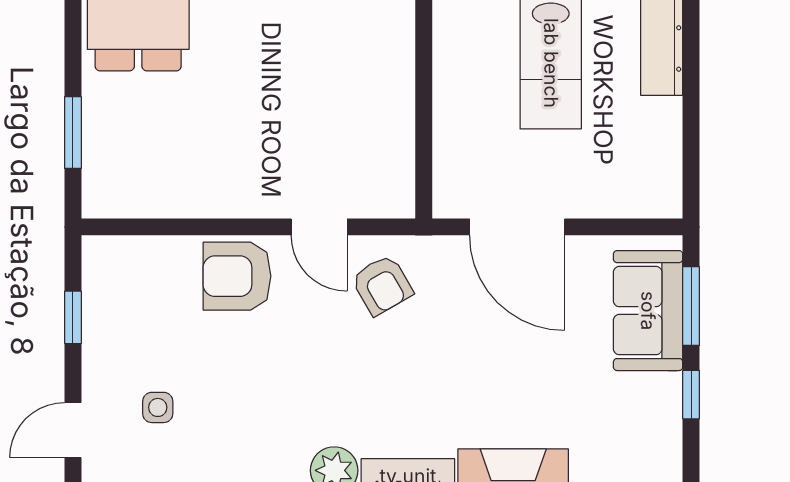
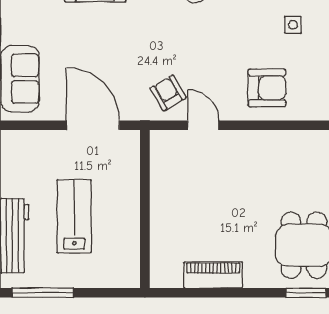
armchair: (237, 276) -> (267, 88), moved

